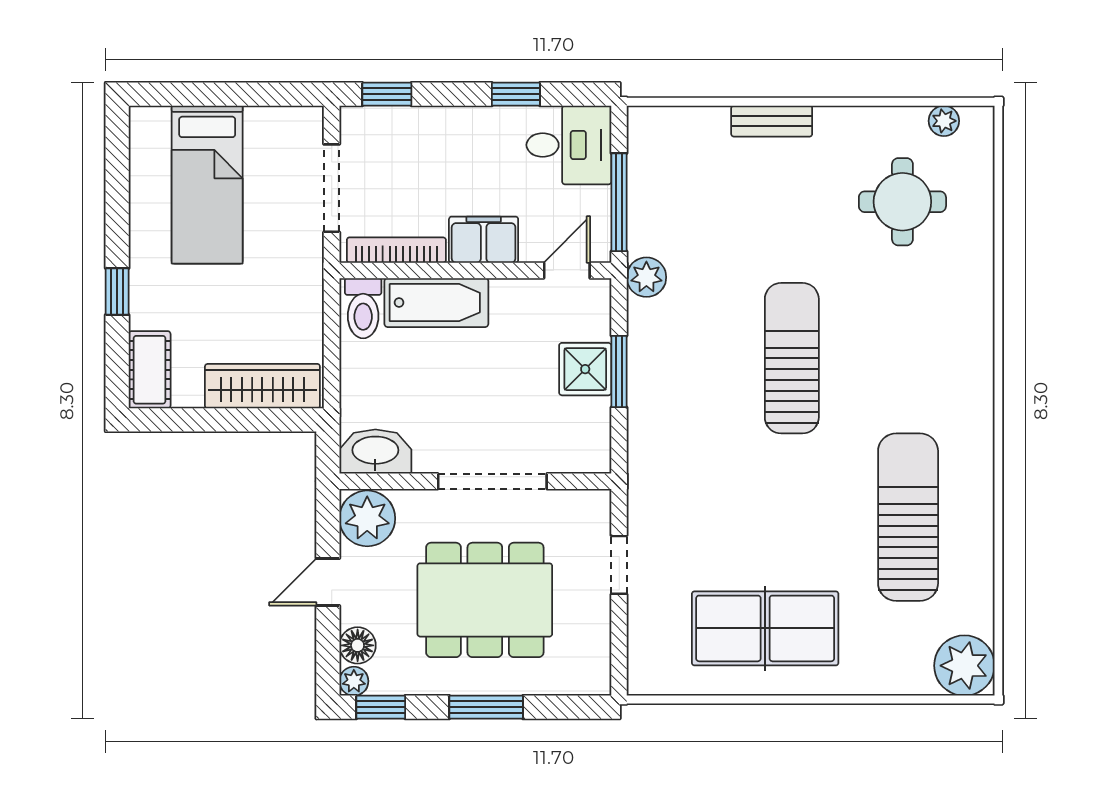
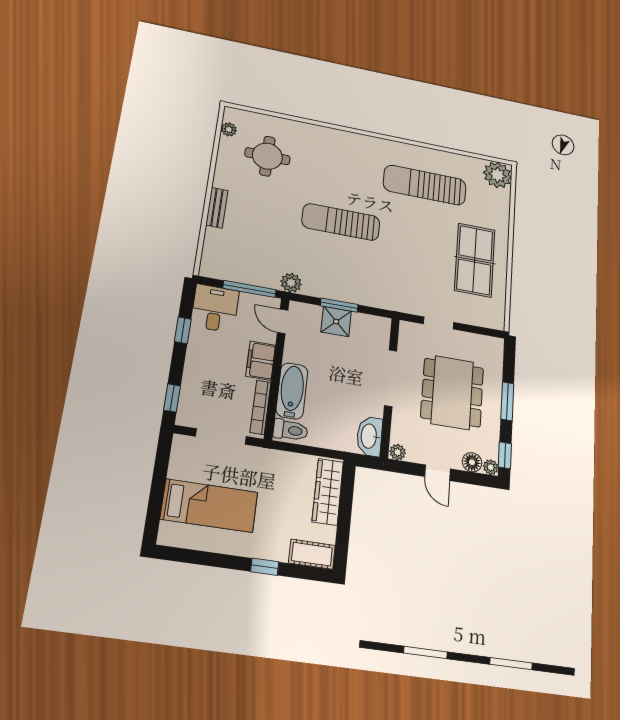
plant: (367, 518) -> (398, 452), width x0.53, depth x0.53

